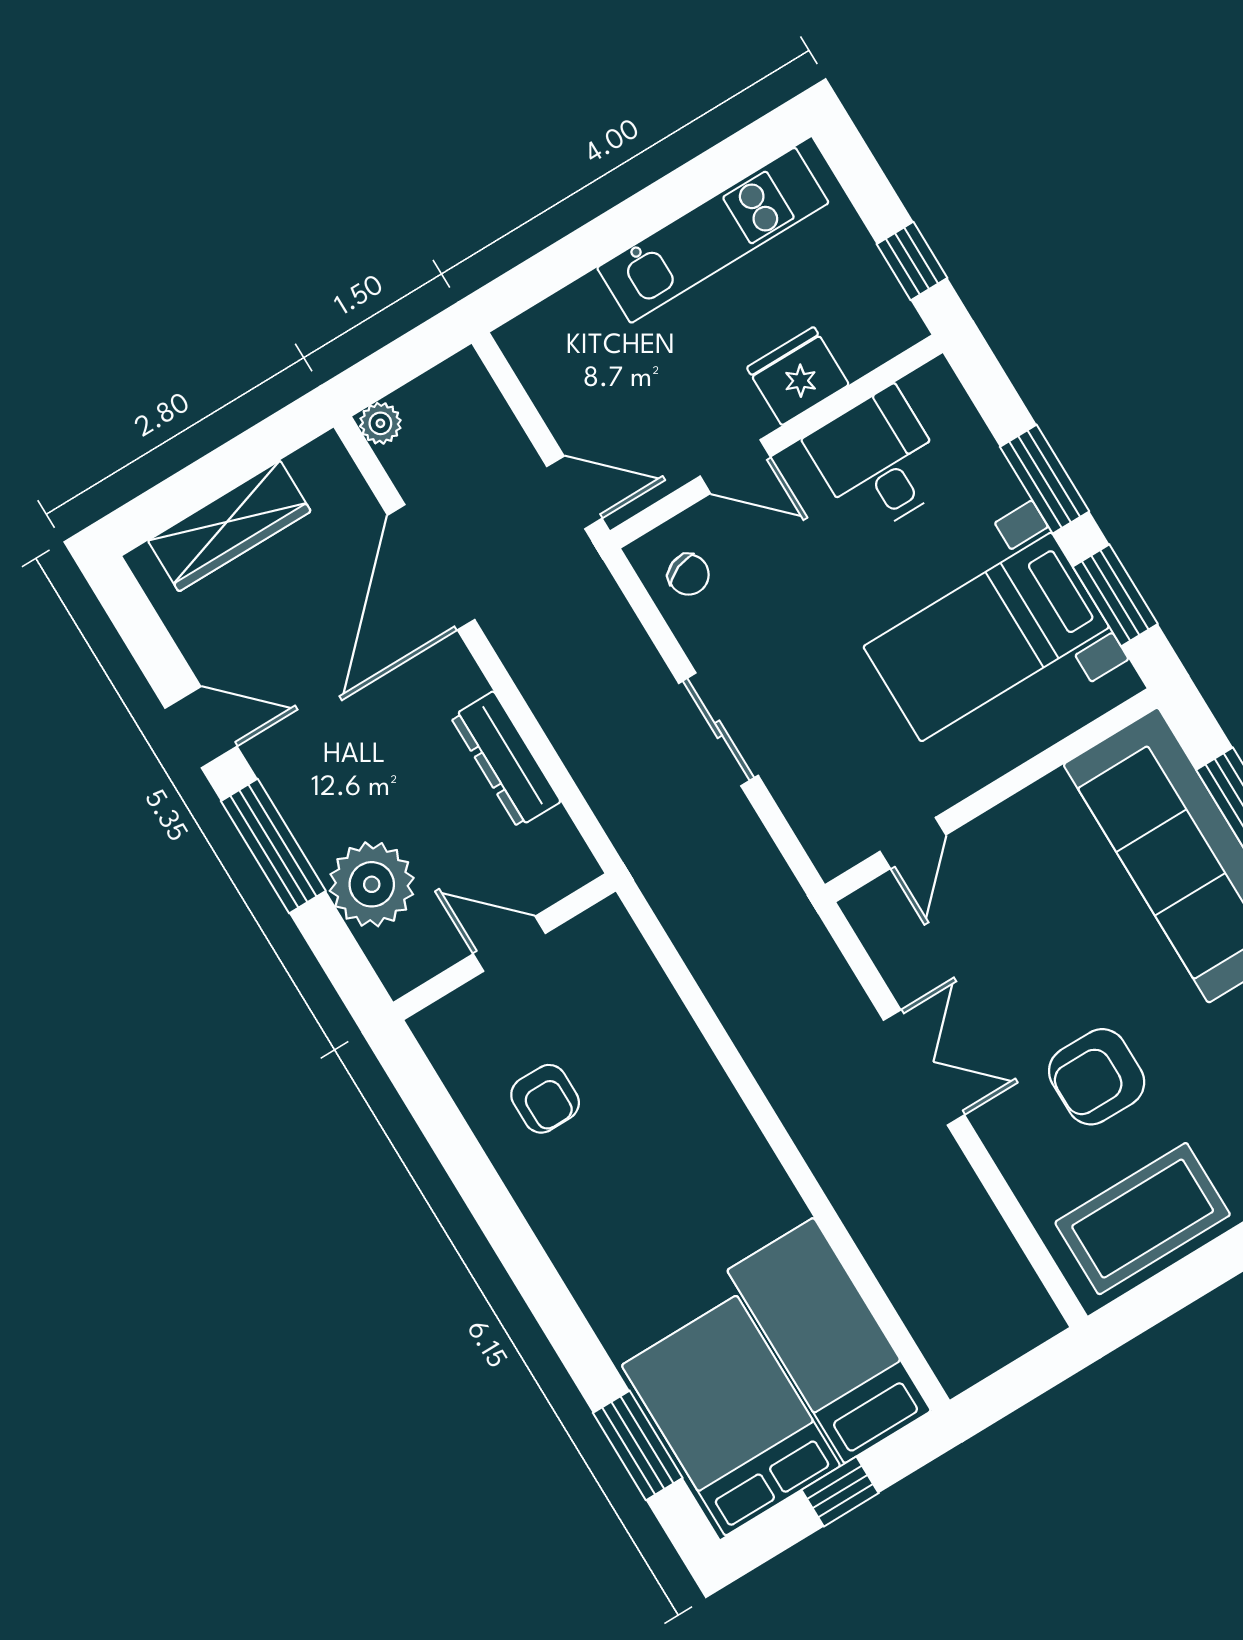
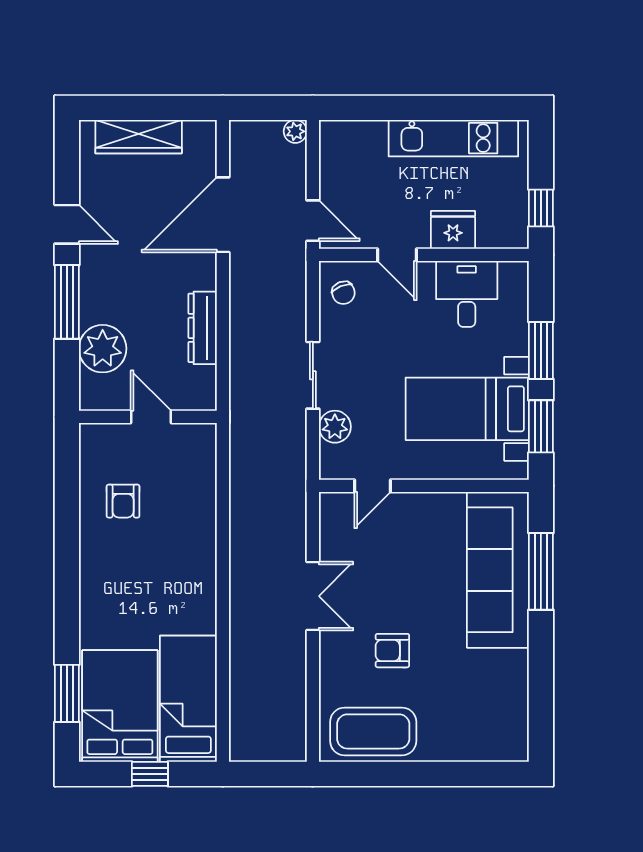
plant: (380, 423) -> (295, 131), moved
plant: (800, 788) -> (335, 427), added
armchair: (1097, 1077) -> (392, 651), width x0.72, depth x0.72

